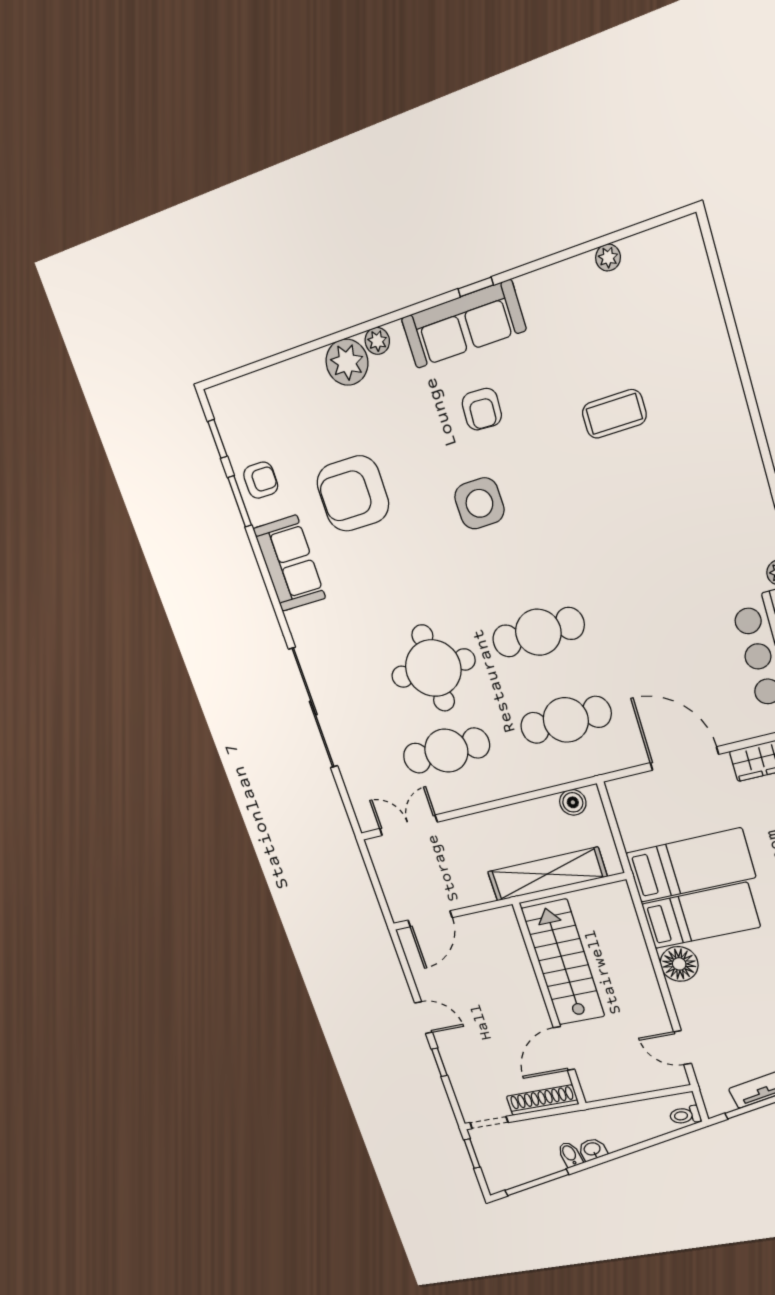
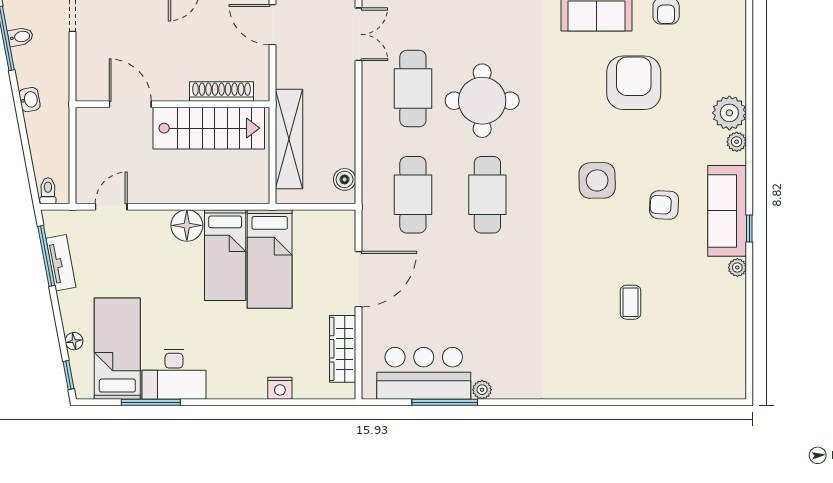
plant: (608, 258) -> (737, 268), moved
coffee table: (614, 414) -> (630, 302), width x0.73, depth x0.77
shoe rack: (543, 1100) -> (222, 92), moved, turned -90
bidet: (570, 1154) -> (20, 37), moved

